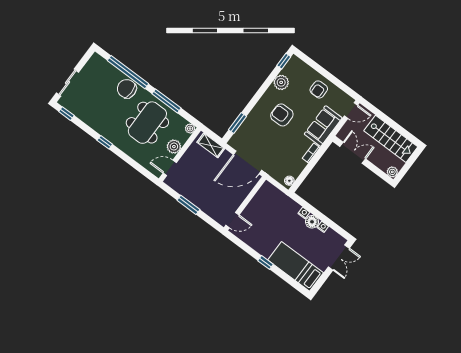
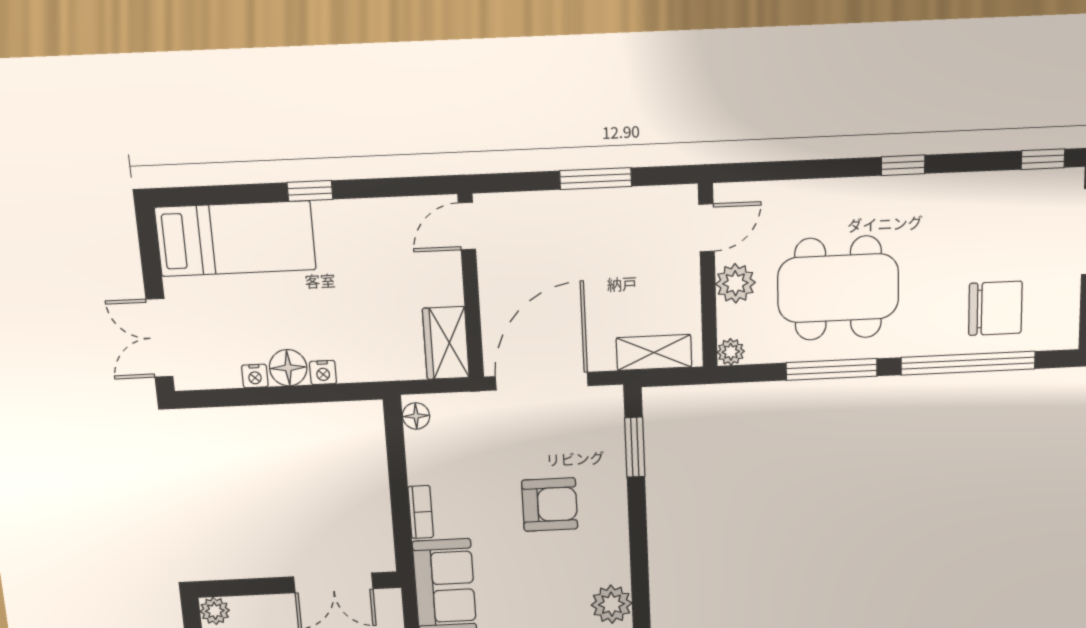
chair: (127, 89) -> (995, 308), moved
armchair: (282, 115) -> (550, 505), moved
dining table: (147, 123) -> (838, 288), turned 90
wardrobe: (264, 194) -> (446, 343), added

